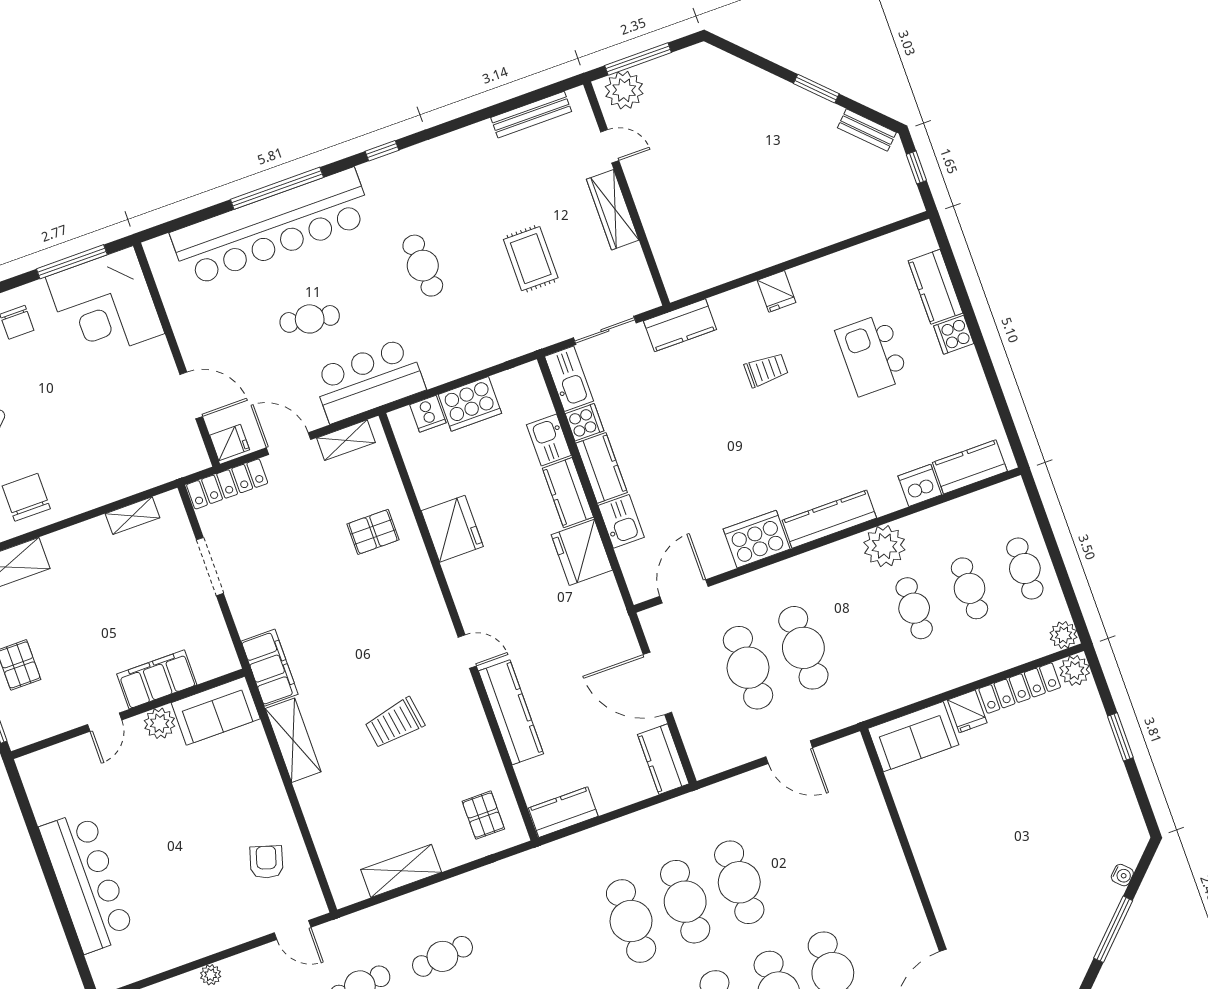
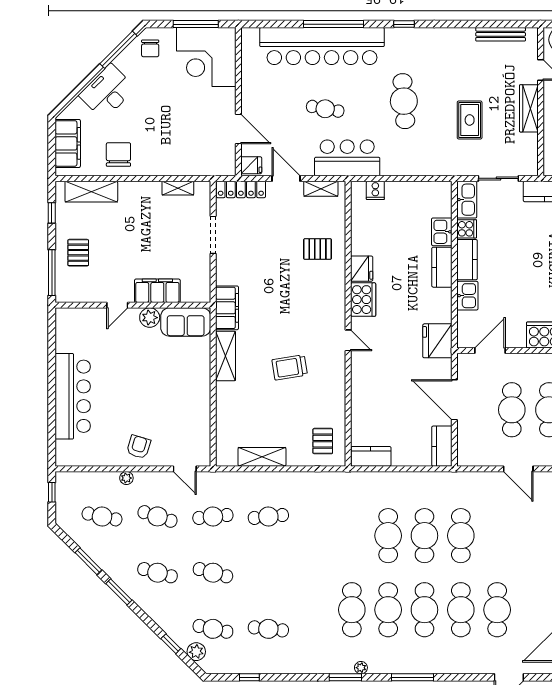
cafe table: (423, 266) -> (404, 101), width x1.37, depth x1.35
cooker: (470, 404) -> (363, 300), moved, turned -90
fridge: (452, 529) -> (362, 269), width x0.73, depth x0.75
fridge: (582, 552) -> (437, 341), moved
kitchen counter: (511, 712) -> (361, 386), removed
armchair: (266, 862) -> (139, 447), moved

